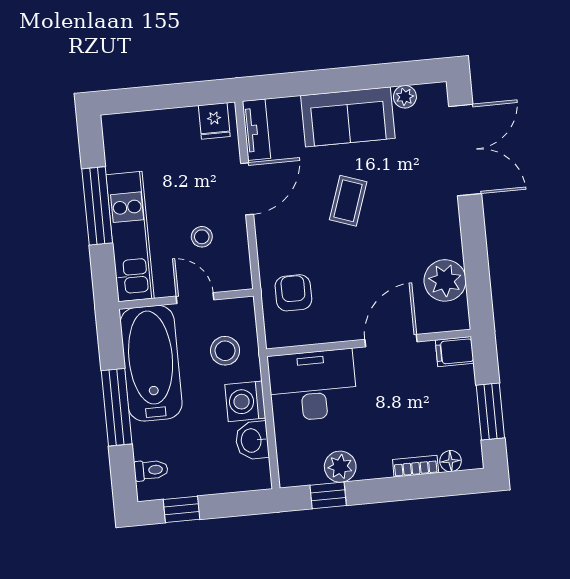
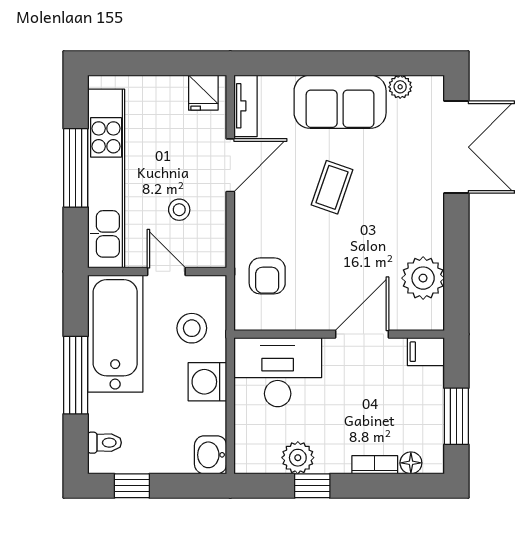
kitchen unit: (130, 237) -> (106, 178), width x1.36
armchair: (293, 293) -> (267, 276), turned 180
washbasin: (252, 440) -> (211, 455), moved
window: (328, 495) -> (312, 486), moved

